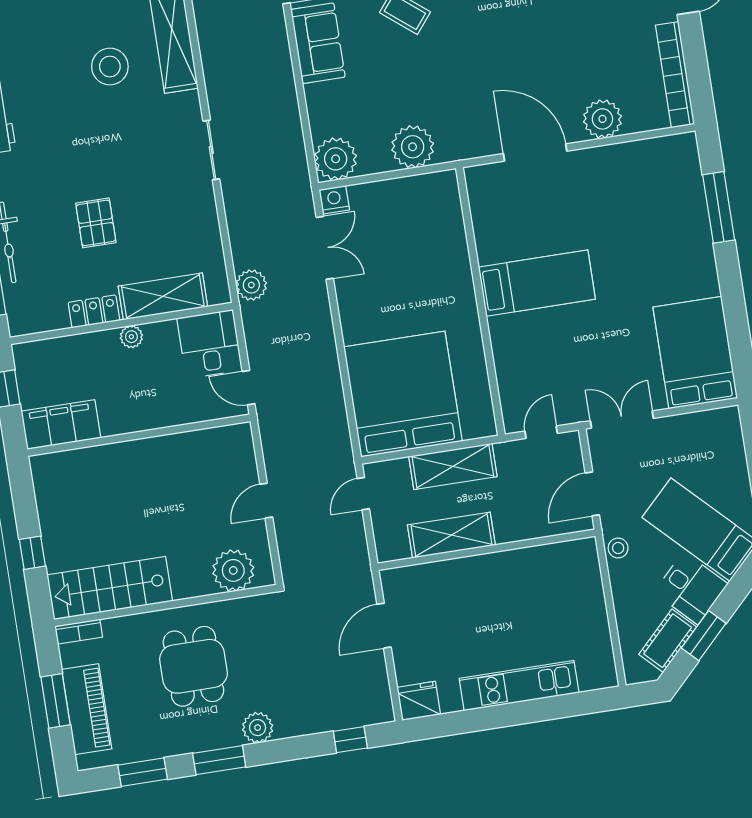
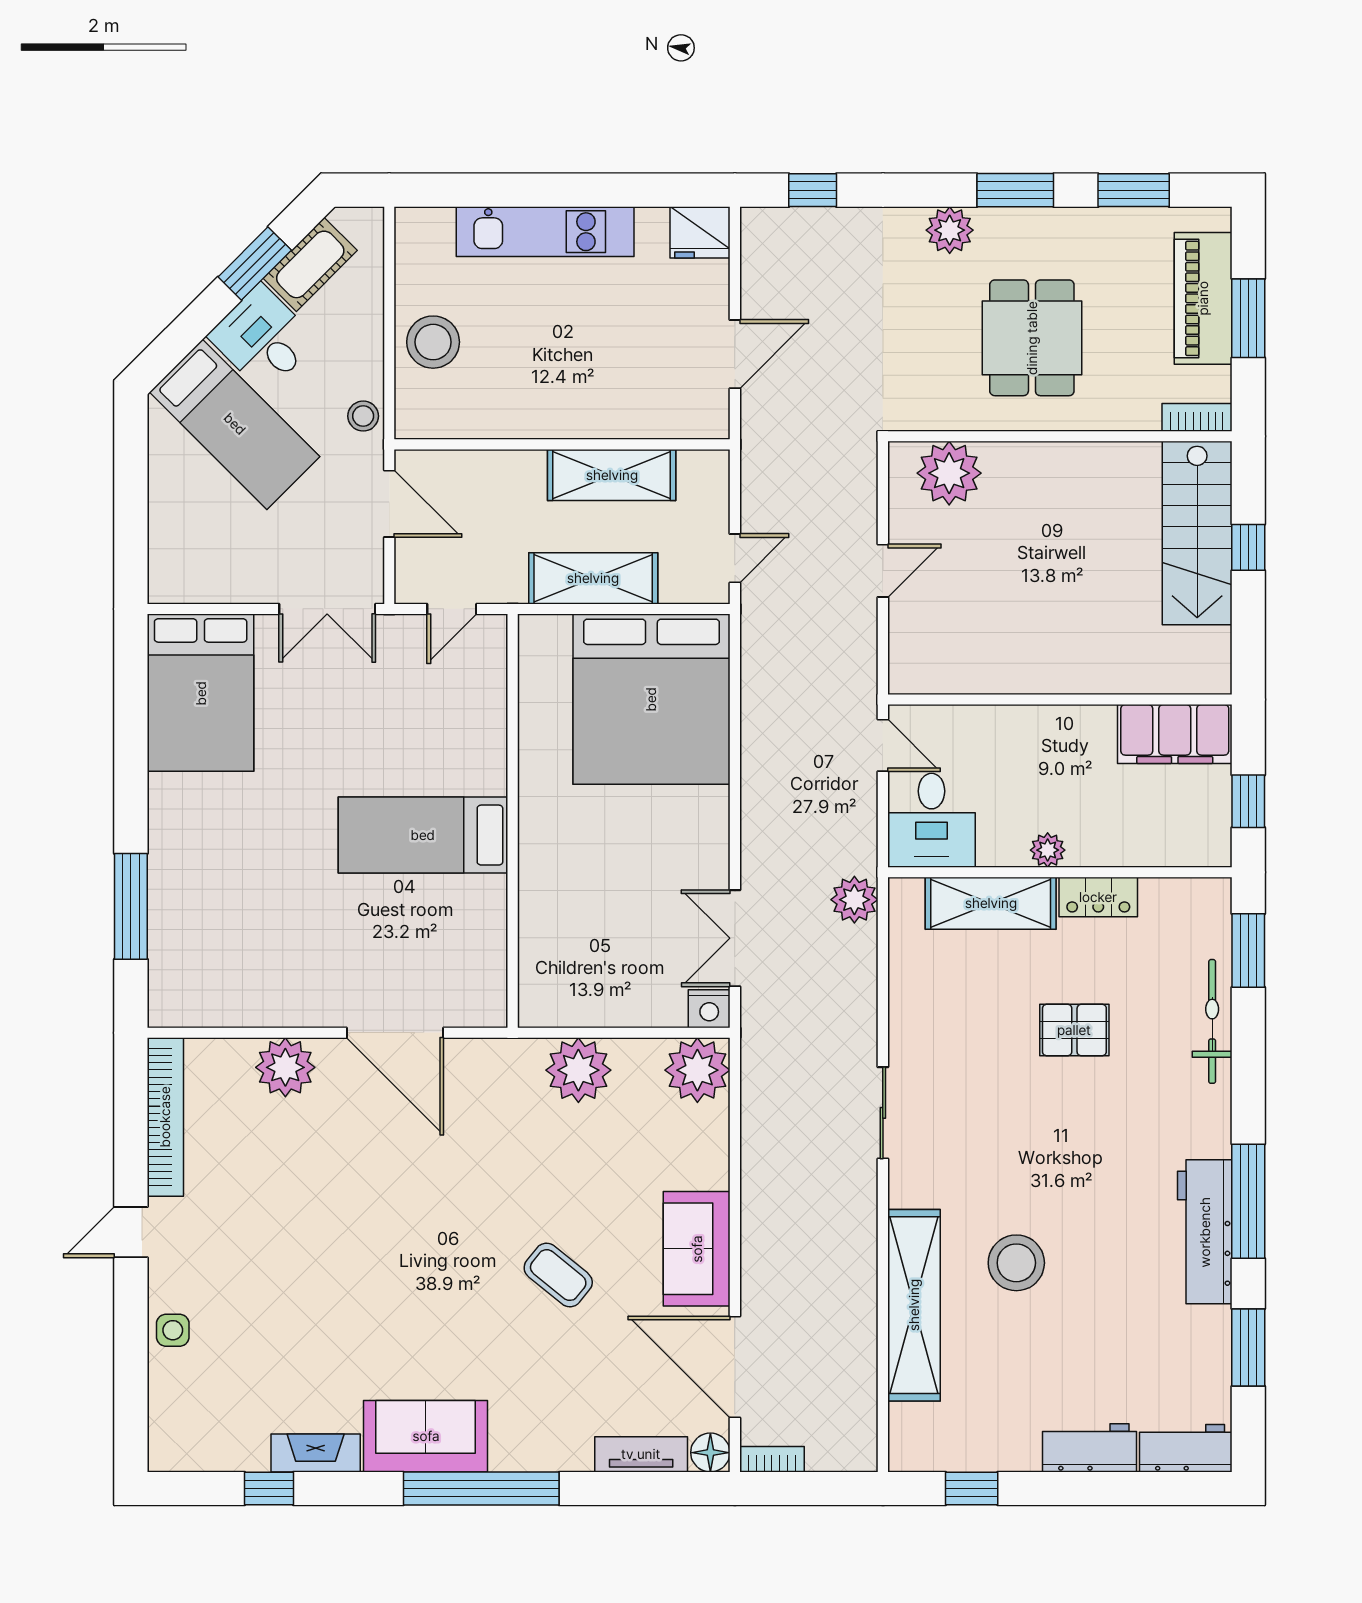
pallet: (96, 223) -> (1074, 1030), turned 90
door: (592, 494) -> (389, 504), hinge flipped
stairs: (110, 588) -> (1197, 533), moved, turned 90
stool: (580, 603) -> (433, 342), added

